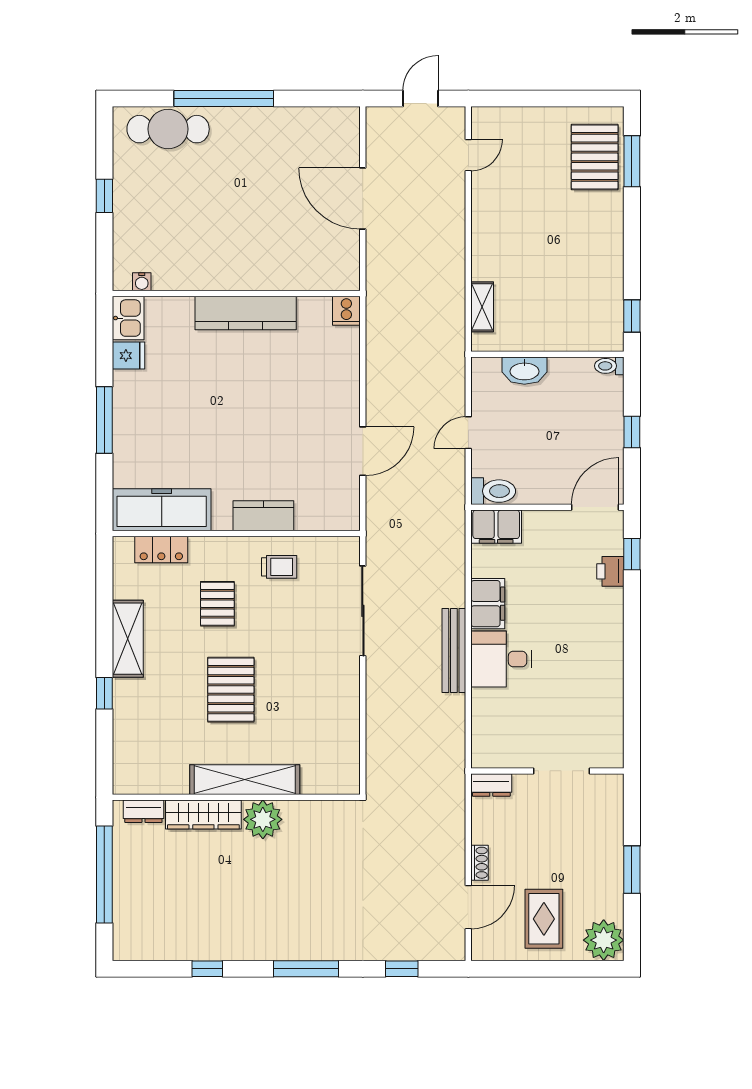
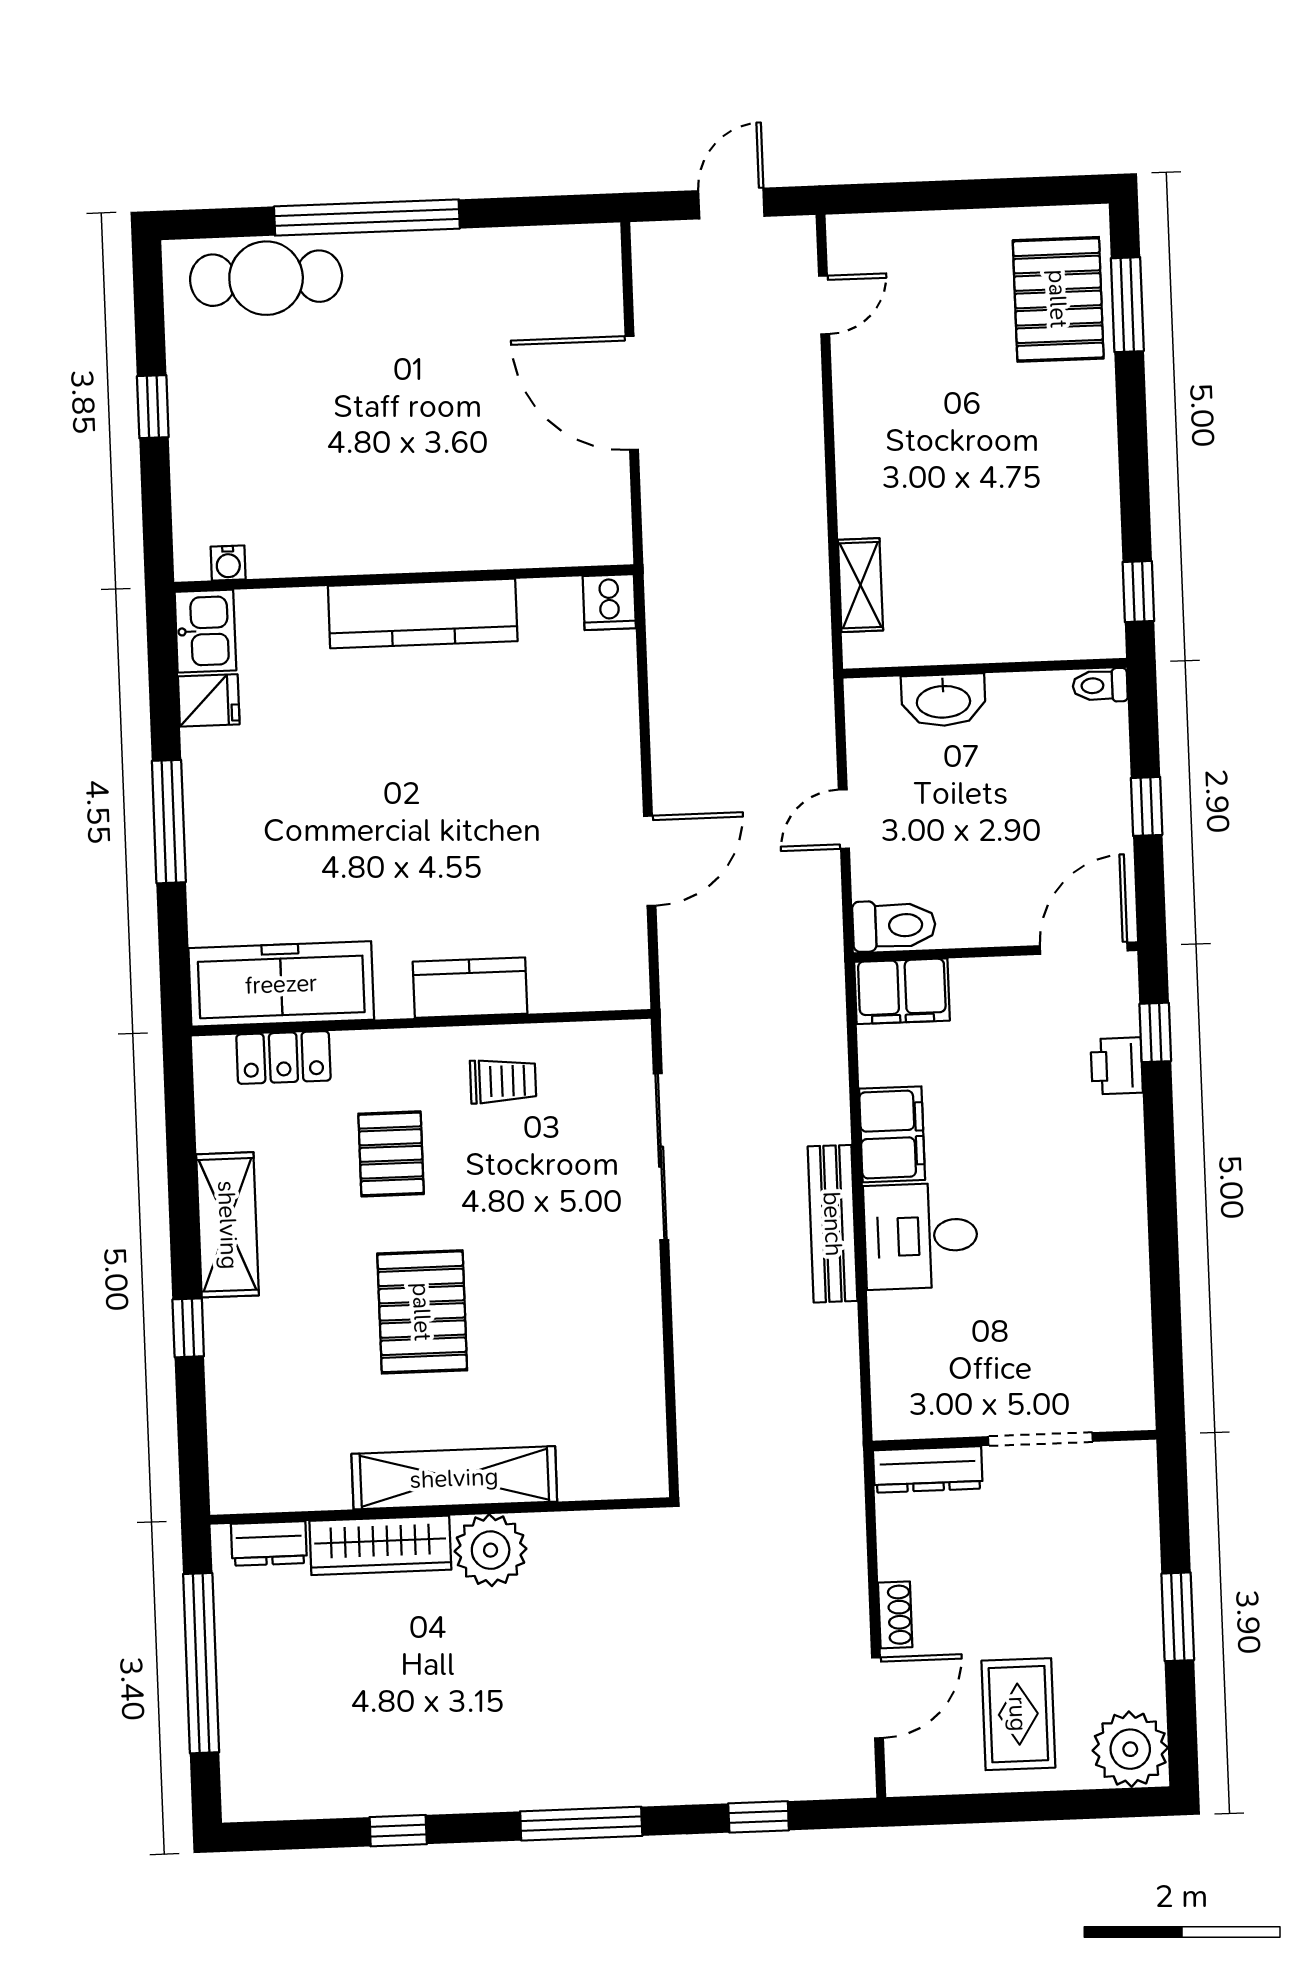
dresser: (491, 785) -> (928, 1469), width x1.44

